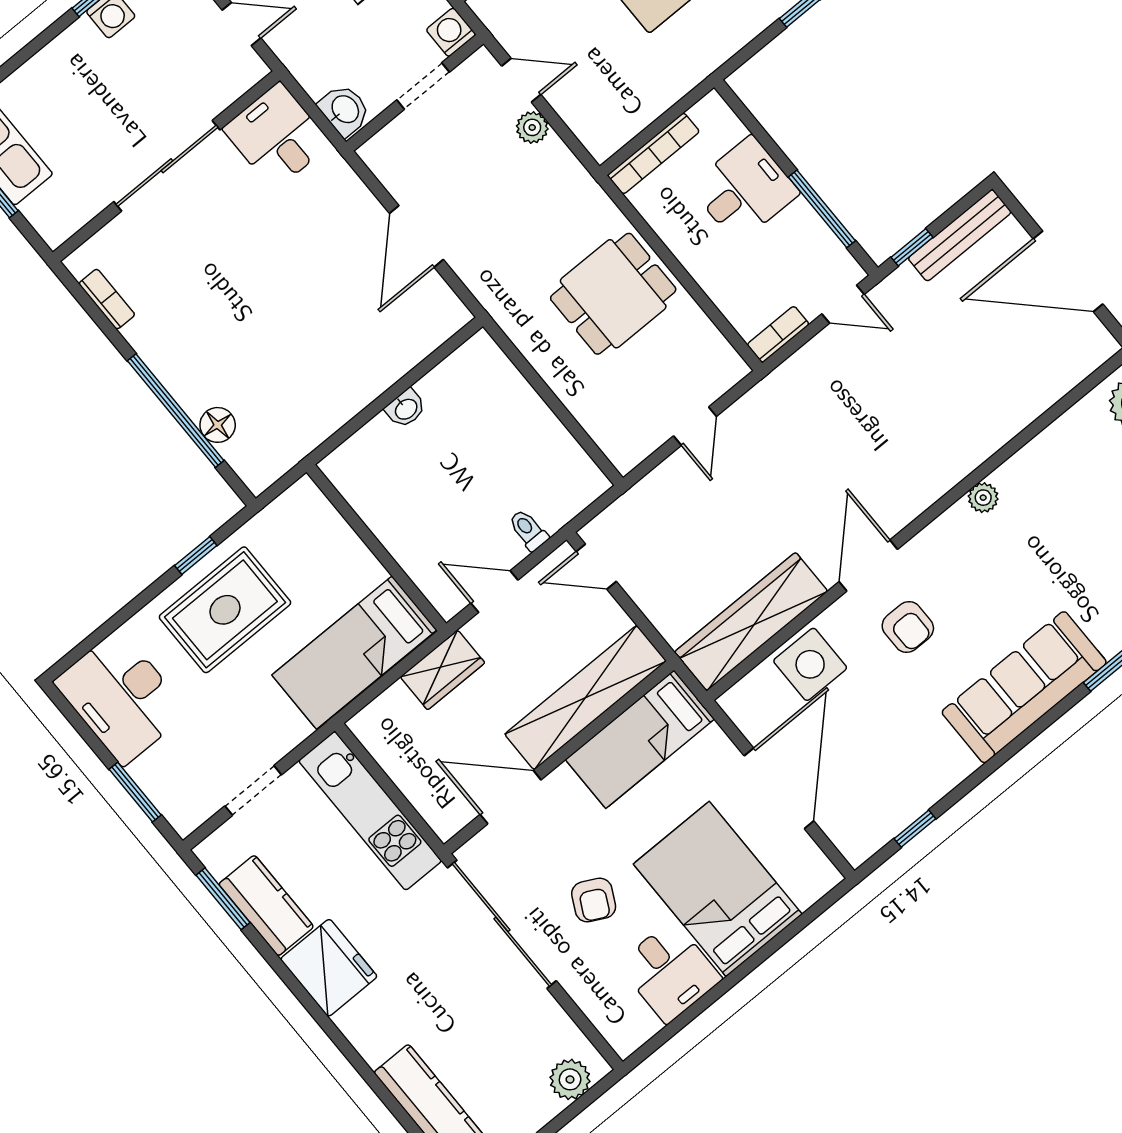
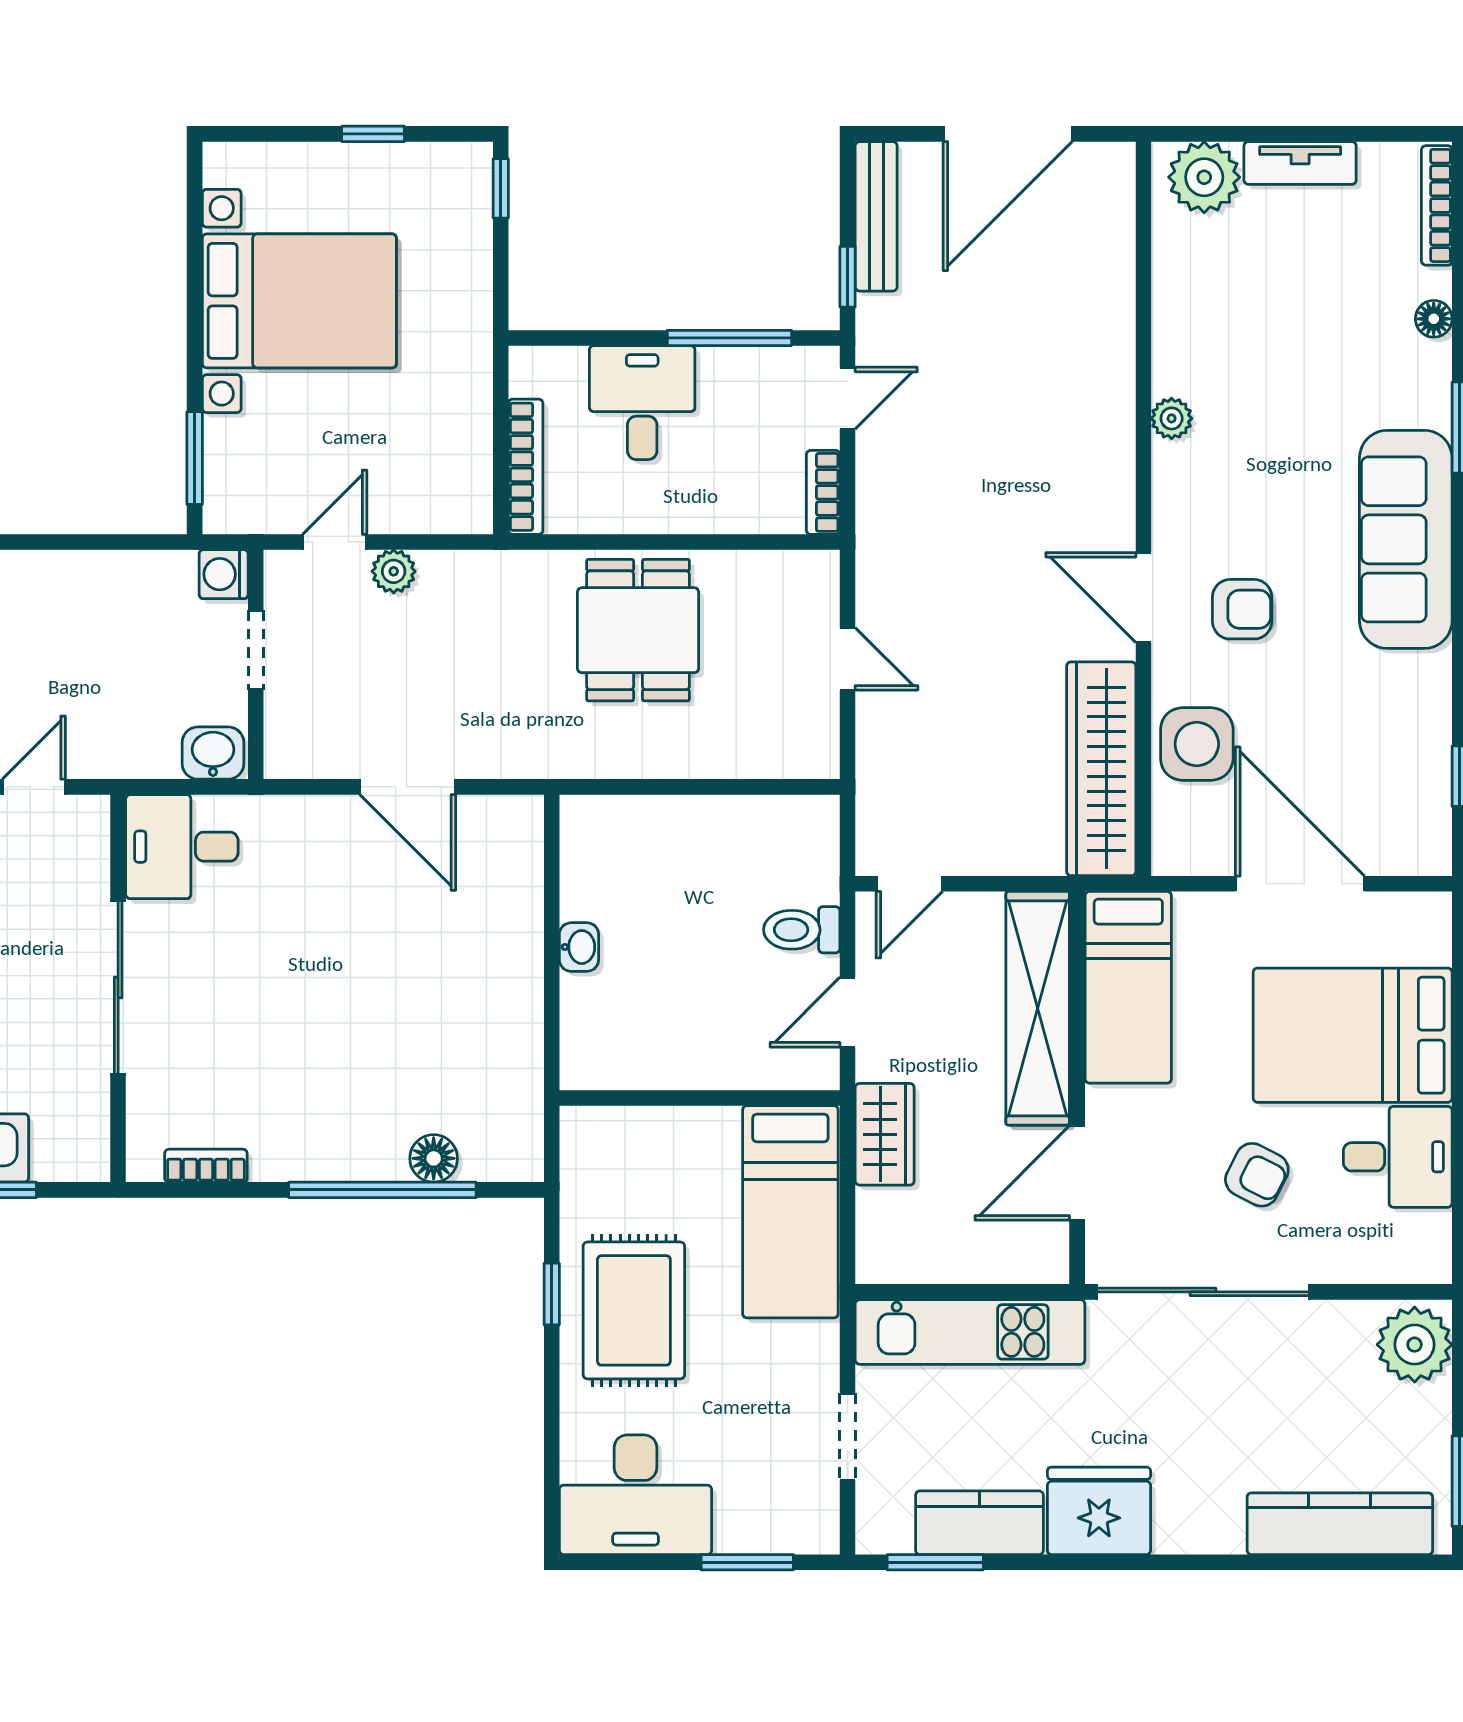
toilet: (528, 530) -> (802, 930), width x1.37, depth x1.39
plant: (570, 1079) -> (1415, 1345), width x1.36, depth x1.36

